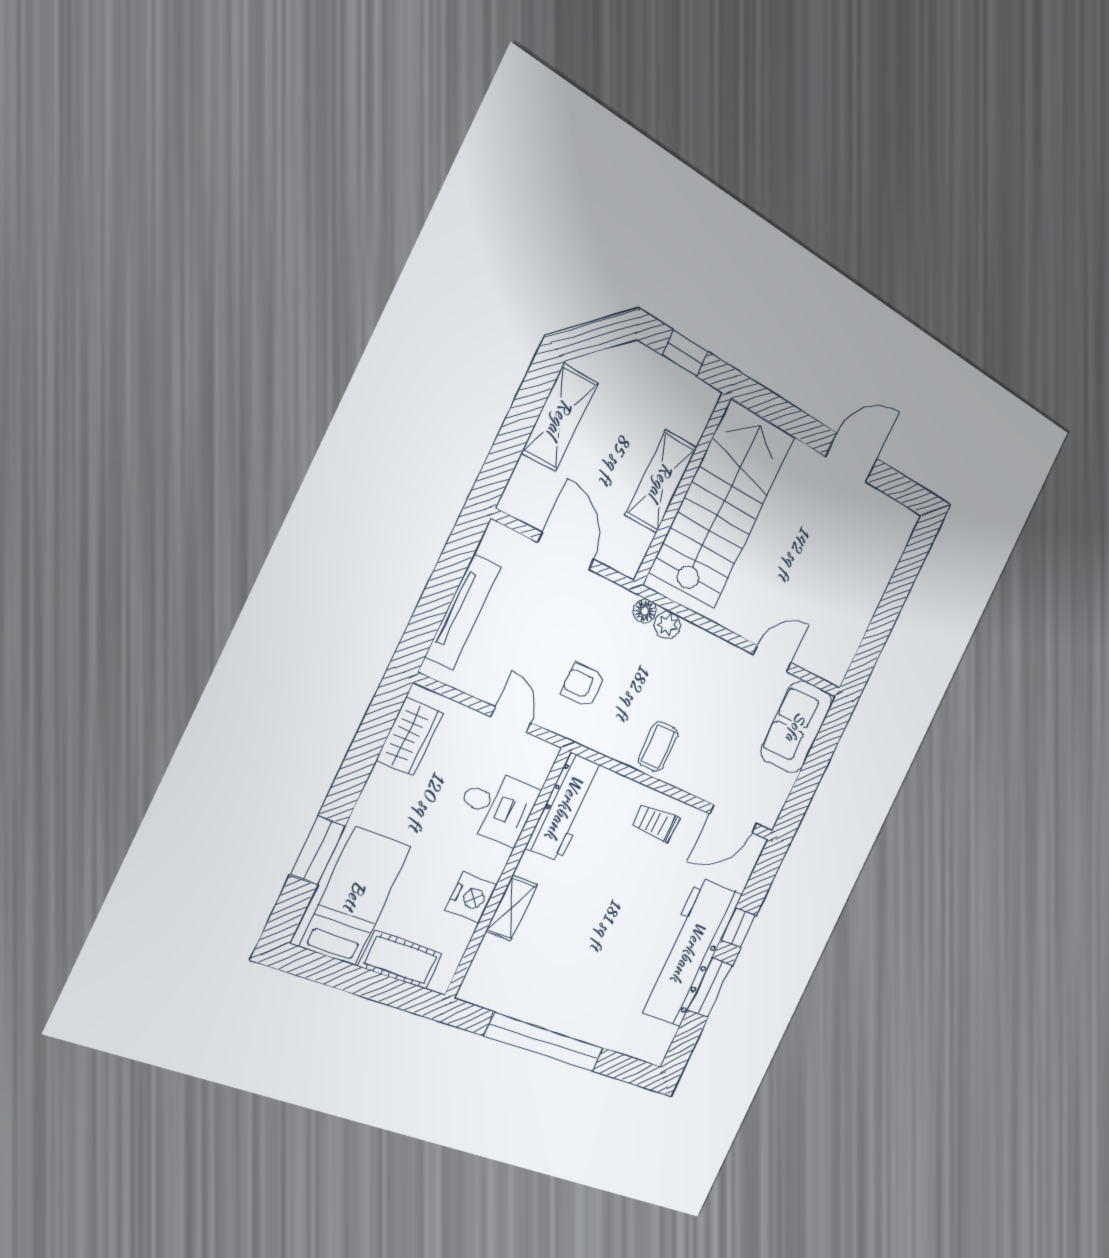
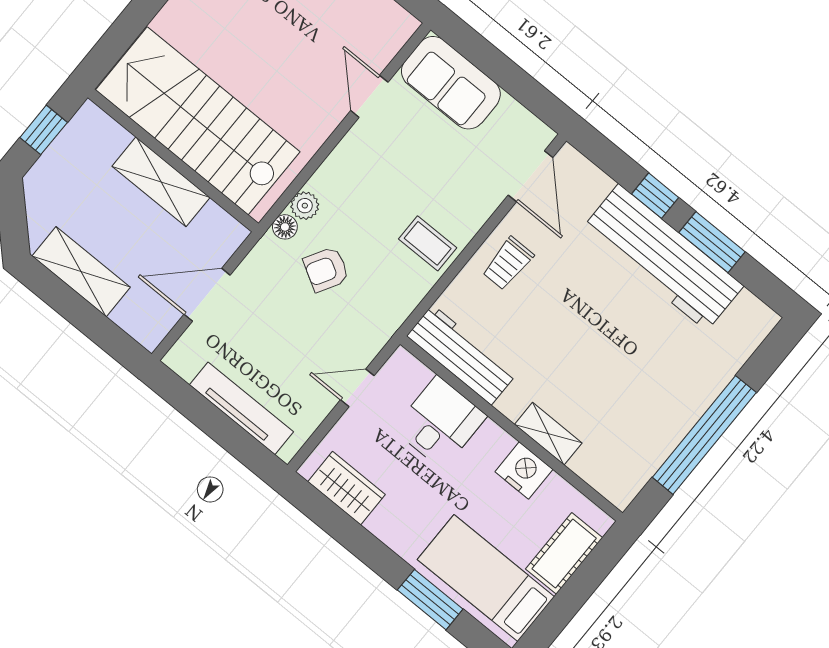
armchair: (583, 685) -> (326, 269), moved, turned 30

